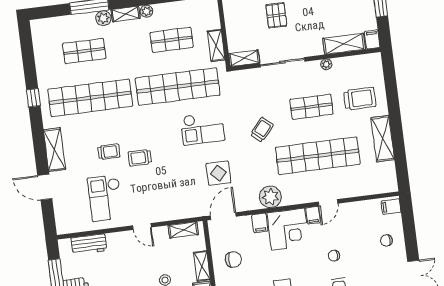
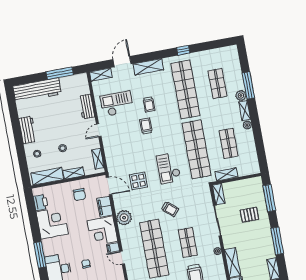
shelving: (62, 219) -> (101, 75), added
filing cabinet: (260, 223) -> (105, 207), width x2.00
workbench: (89, 244) -> (87, 107), moved

